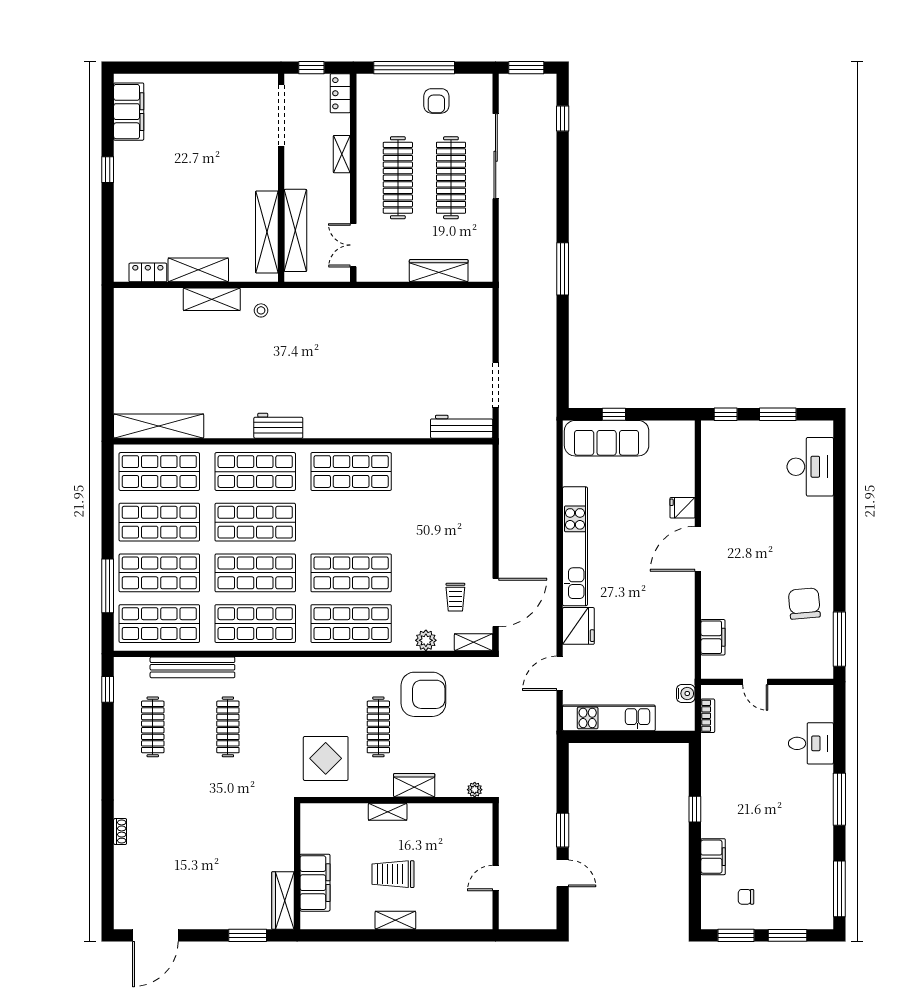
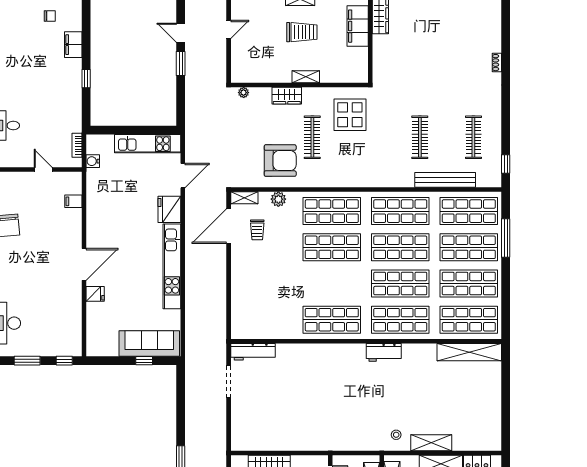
trolley: (455, 597) -> (257, 230), turned 180
filing cabinet: (713, 637) -> (73, 201), width x0.50
armchair: (423, 694) -> (280, 161), turned 180

